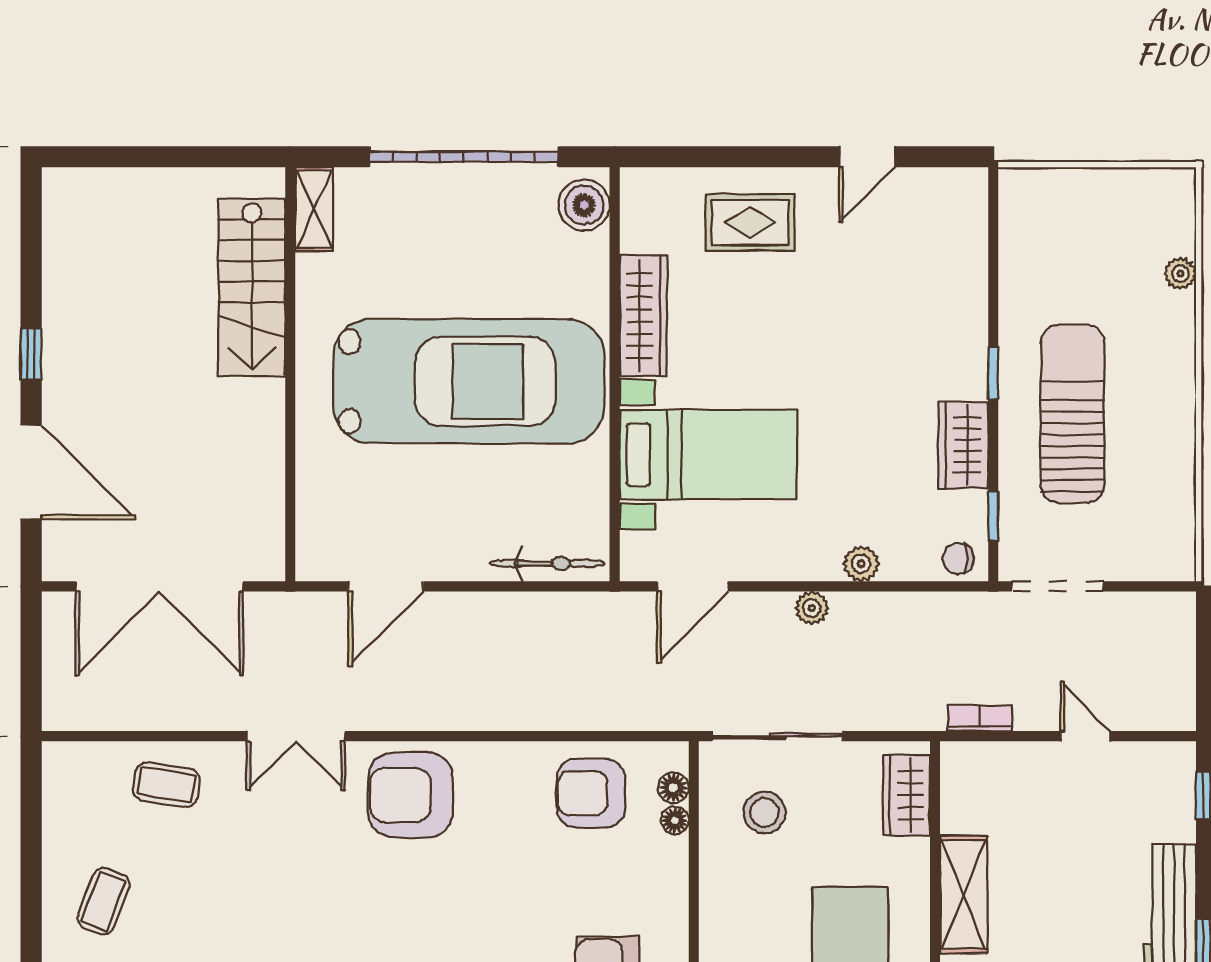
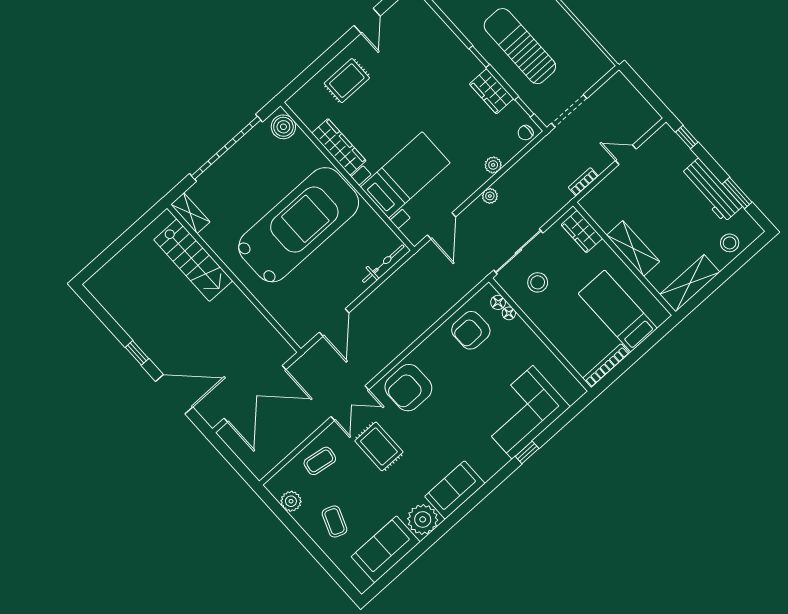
plant: (63, 807) -> (291, 501), added
rug: (280, 846) -> (379, 446), added

